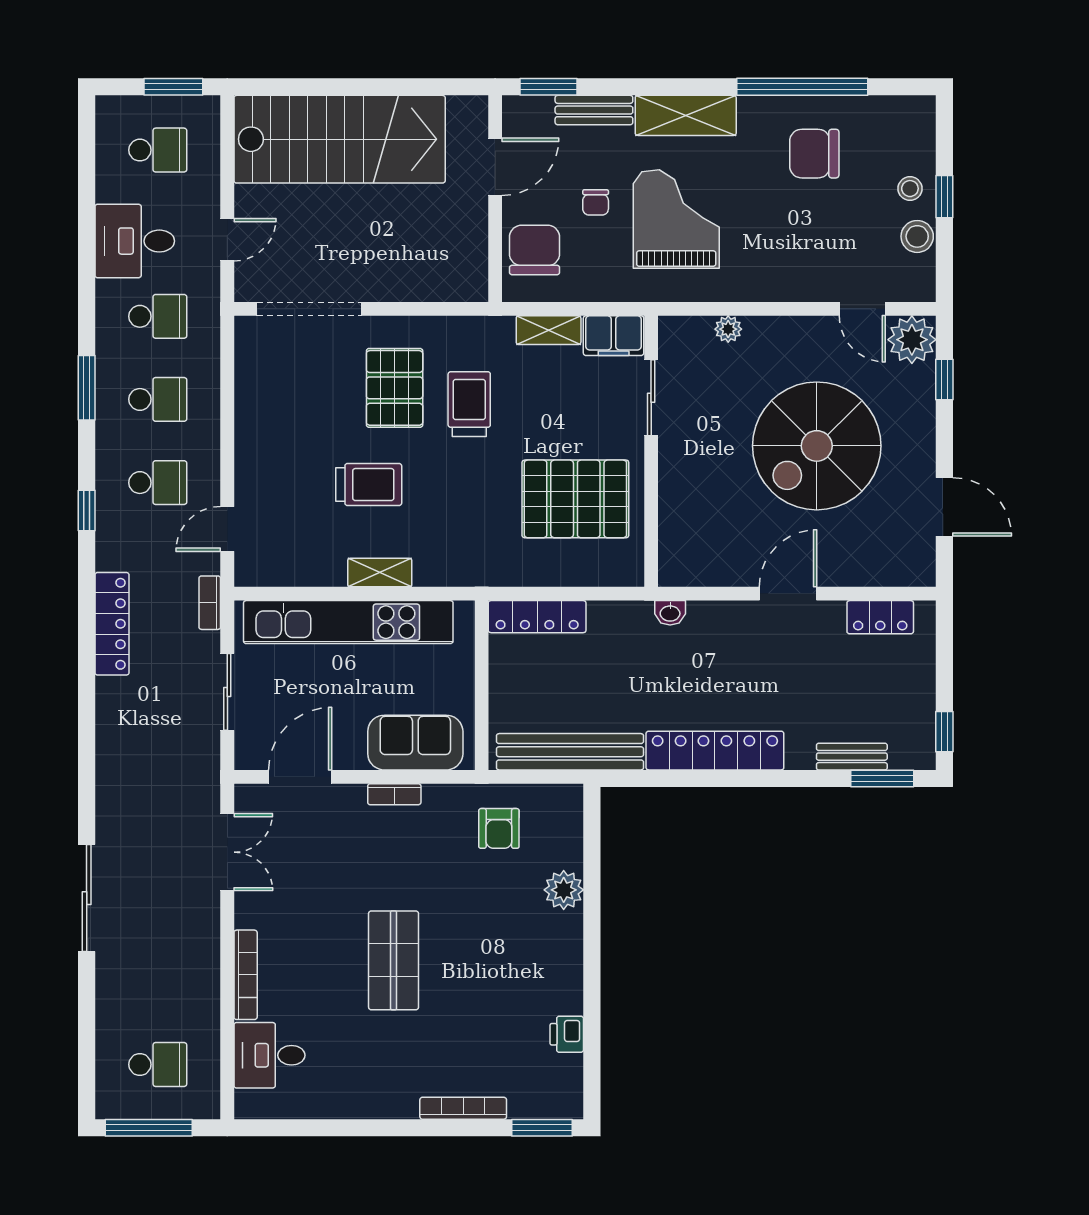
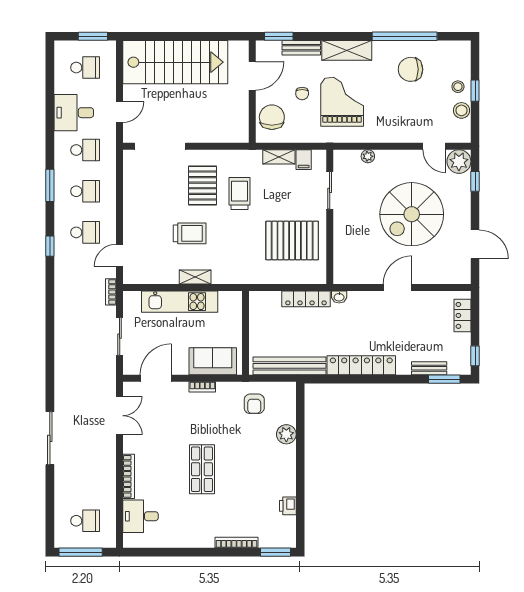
filing cabinet: (614, 336) -> (304, 160), width x0.50
locker: (537, 617) -> (306, 299), moved
locker: (880, 617) -> (463, 315), moved, turned 90
kitchen unit: (348, 622) -> (180, 302), width x0.73
locker: (112, 624) -> (62, 302), removed

